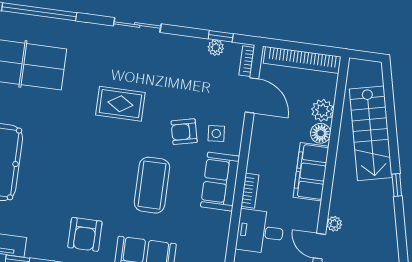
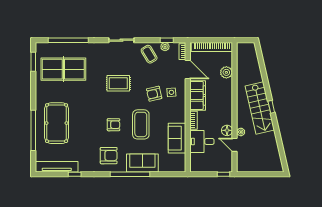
coffee table: (185, 58) -> (149, 54), added
floor lamp: (321, 133) -> (227, 130), moved
stairs: (371, 133) -> (260, 108), moved
filing cabinet: (311, 172) -> (198, 95), moved, turned 180
armchair: (102, 179) -> (114, 125), added
sofa: (220, 182) -> (177, 138), moved
armchair: (85, 234) -> (109, 156), turned -90

